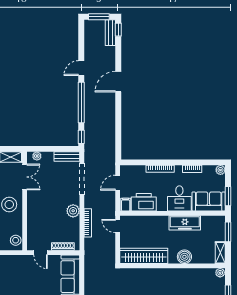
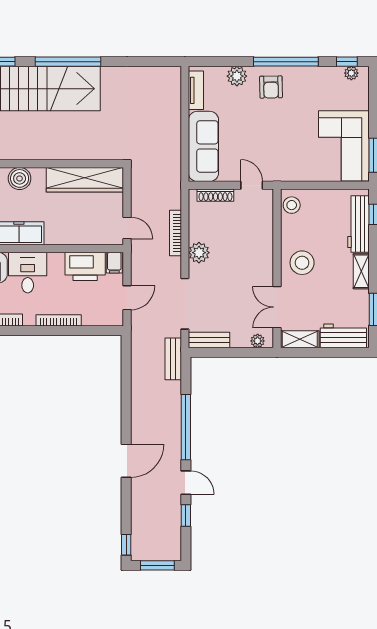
bench: (110, 33) -> (173, 359), moved
door: (81, 68) -> (186, 483), hinge flipped
window: (81, 137) -> (186, 515), moved

